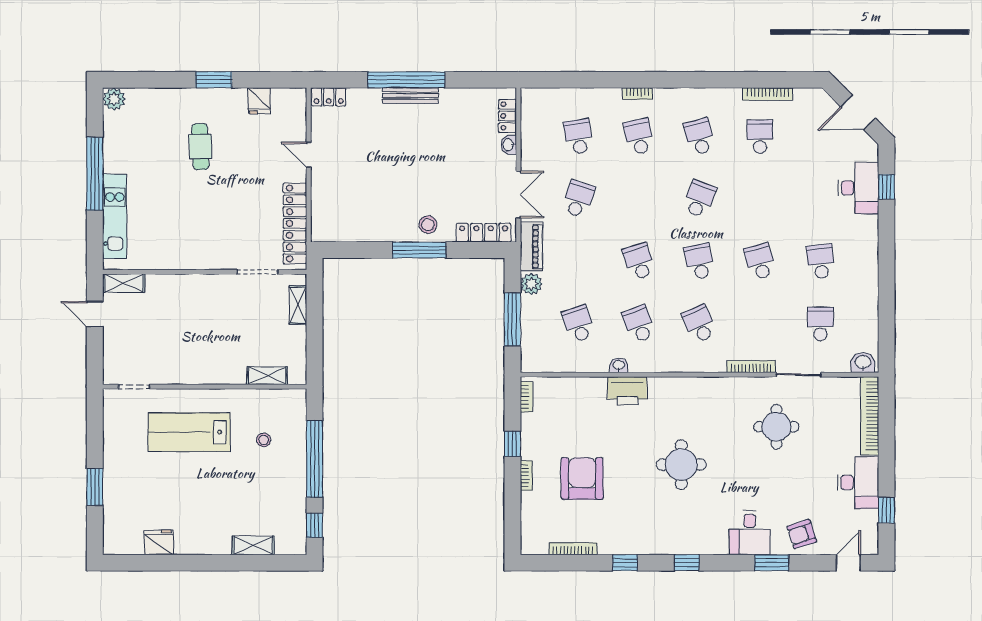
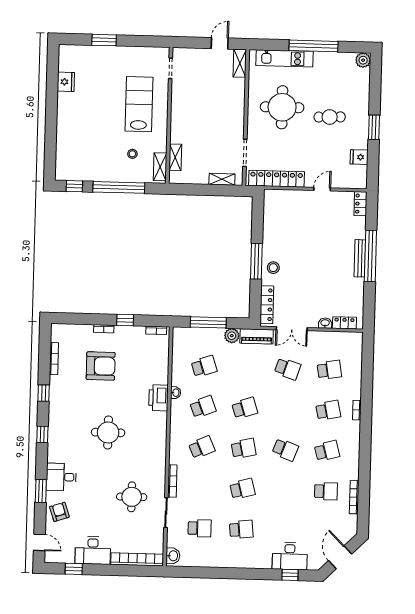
round table: (188, 218) -> (282, 107), added
shelving: (253, 545) -> (160, 167), moved

